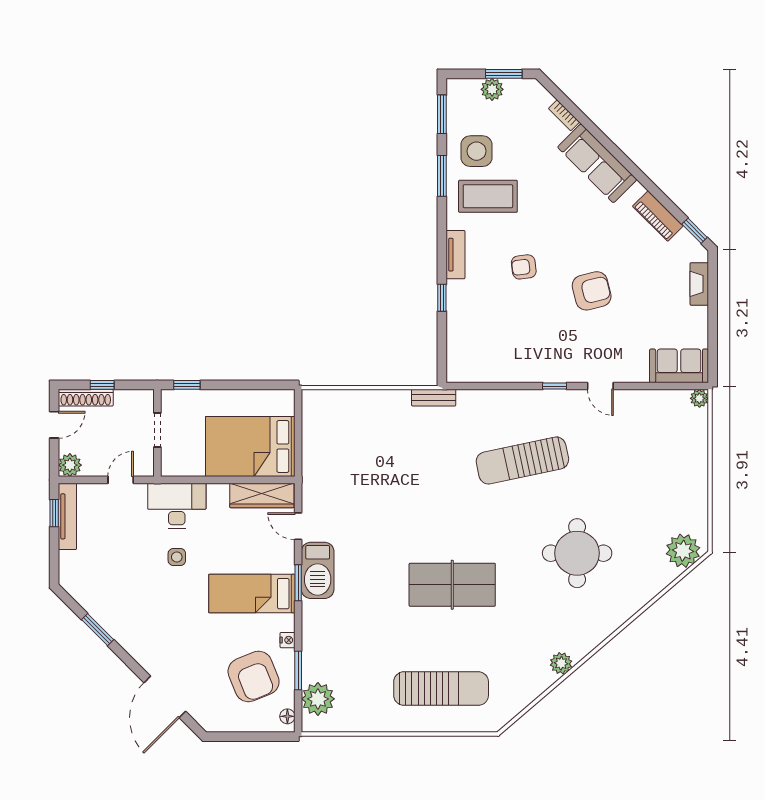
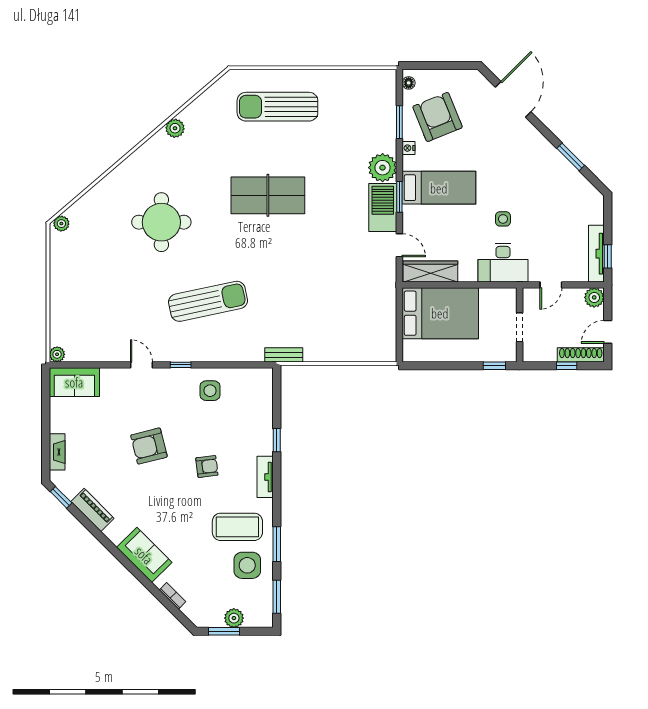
sofa: (597, 163) -> (144, 555), width x0.73
side table: (520, 356) -> (210, 391), added
plant: (683, 551) -> (61, 224), width x0.53, depth x0.53
plant: (318, 699) -> (383, 168), moved

